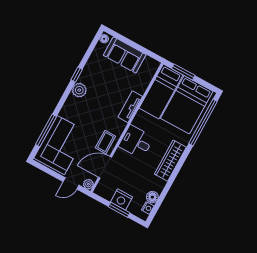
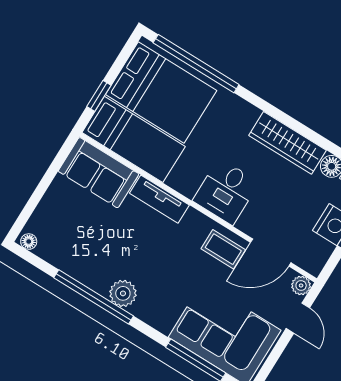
sofa: (125, 55) -> (99, 173), moved, turned 90
window: (183, 72) -> (99, 96), width x0.67
window: (77, 75) -> (94, 297), width x3.17
wardrobe: (170, 161) -> (288, 143), moved
door: (105, 167) -> (271, 253), hinge flipped

